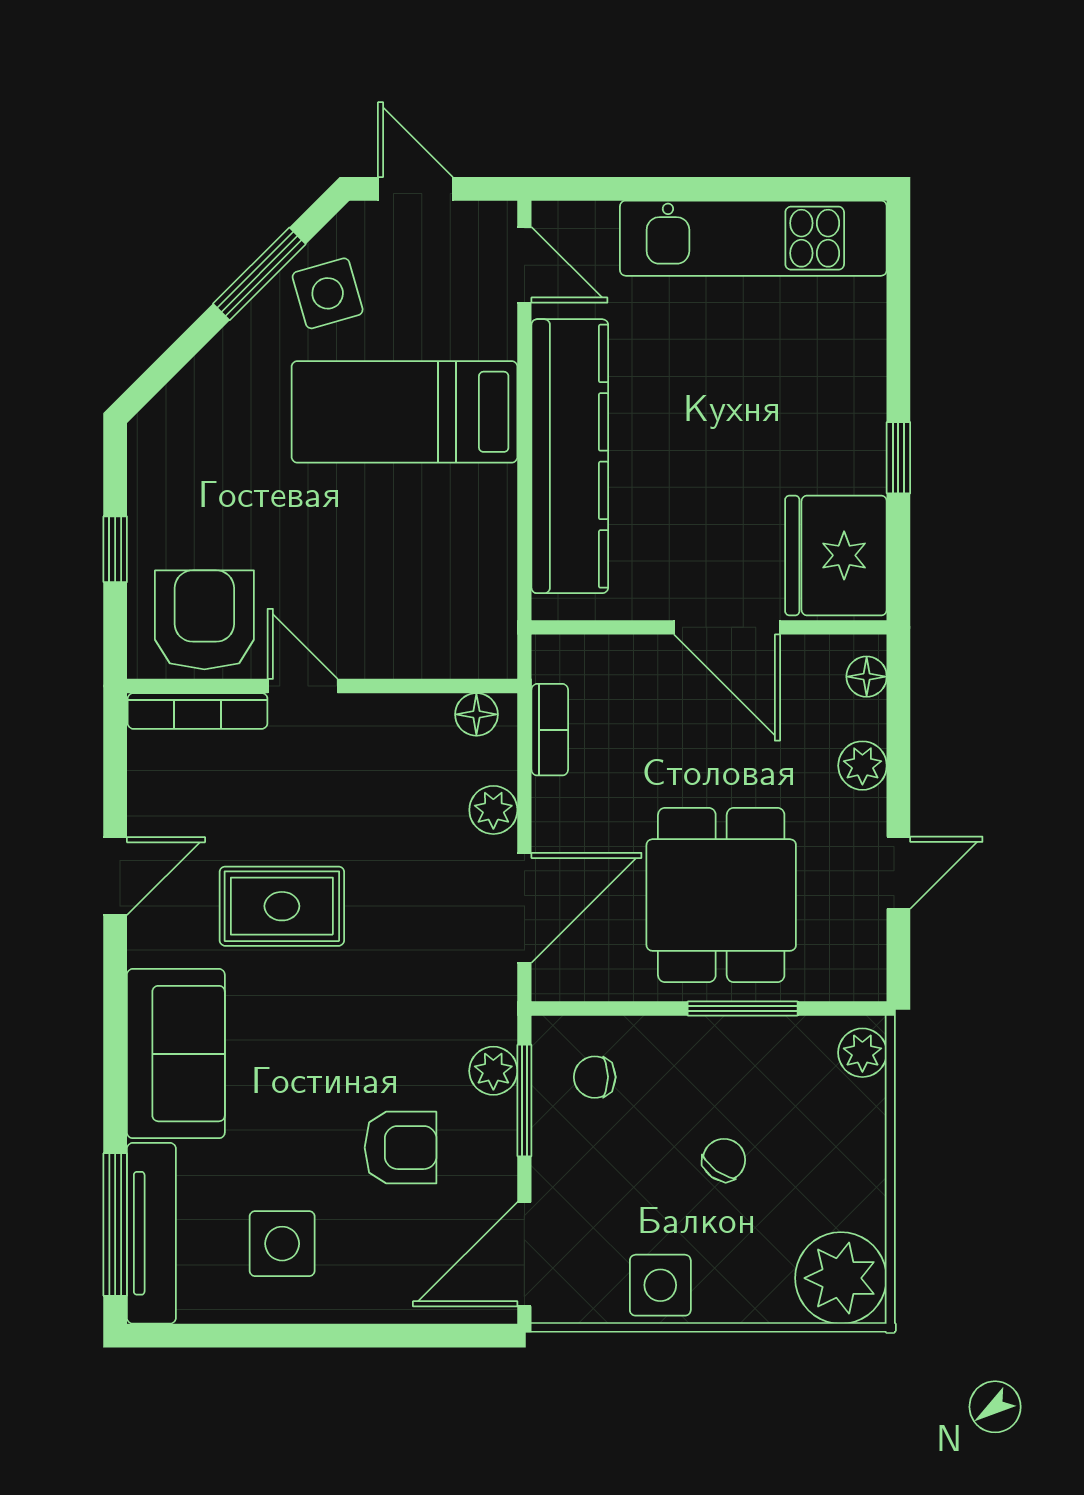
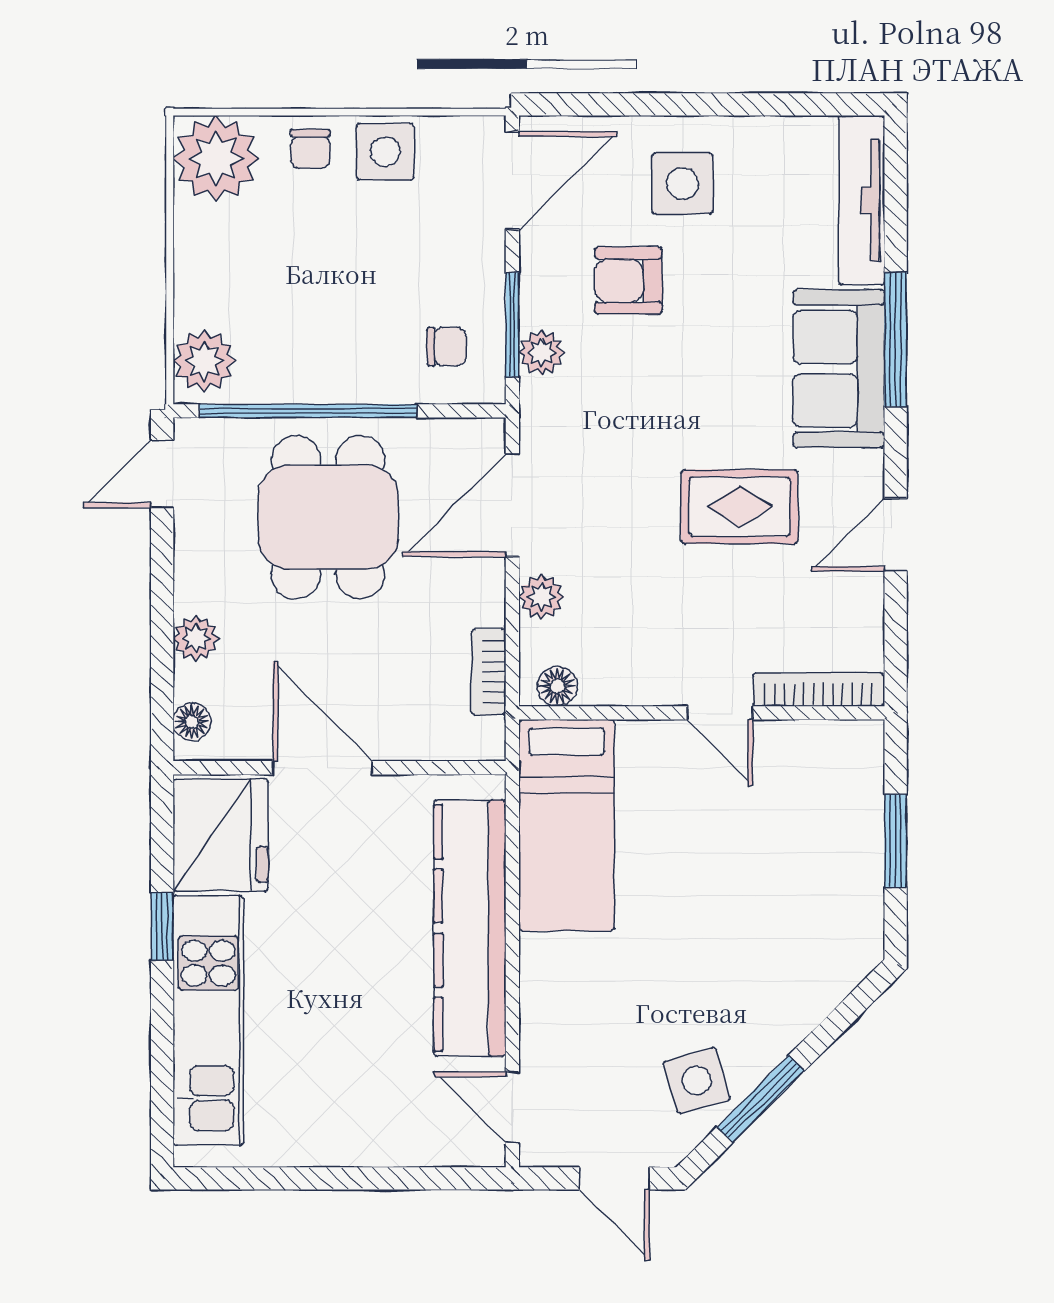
kitchen unit: (753, 238) -> (208, 1021), moved, turned 90
bed: (404, 412) -> (567, 825), moved, turned 90
window: (115, 549) -> (896, 841), width x1.50
armchair: (204, 620) -> (812, 775), removed
door: (898, 873) -> (162, 474), moved
window: (743, 1008) -> (308, 411), width x2.11
plant: (862, 1053) -> (204, 361), width x1.38, depth x1.38
chair: (724, 1160) -> (310, 149), moved, turned -36
window: (115, 1225) -> (896, 339), moved
side table: (282, 1244) -> (683, 184), moved

